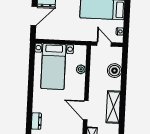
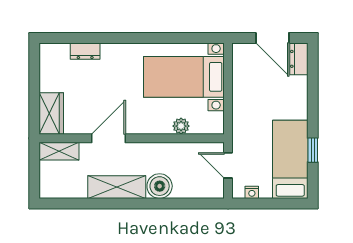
door: (104, 44) -> (228, 165), swing flipped
boiler: (115, 71) -> (160, 186), moved

